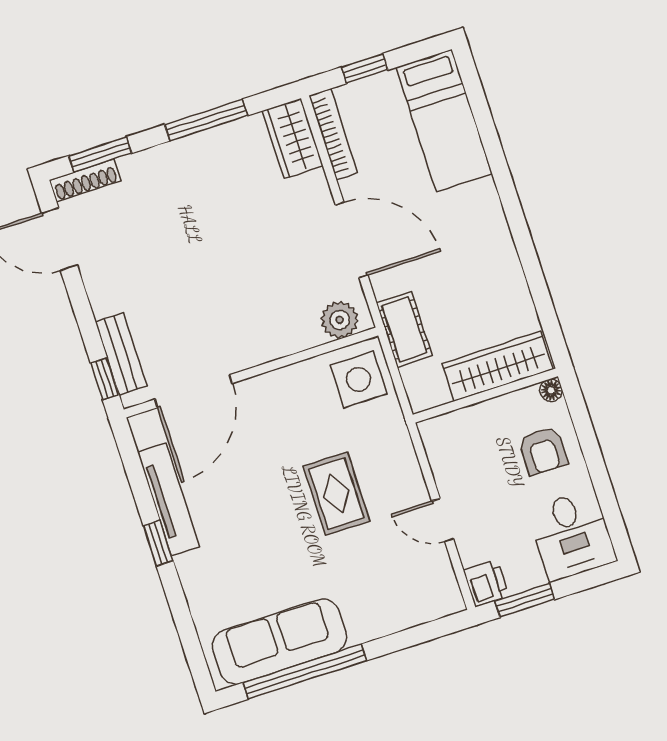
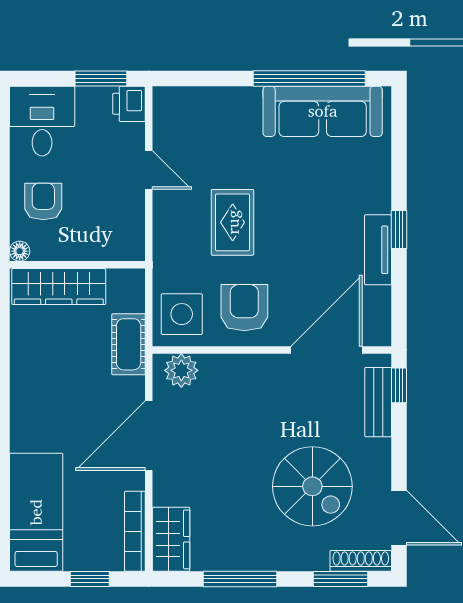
door: (352, 240) -> (149, 436), hinge flipped
spiral stairs: (162, 243) -> (312, 486), added
armchair: (295, 408) -> (244, 308), added
tv unit: (168, 499) -> (378, 250), width x0.71

